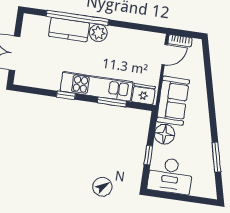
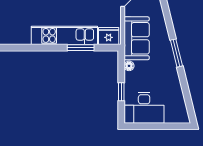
window: (66, 95) -> (37, 48), removed
floor lamp: (165, 134) -> (129, 66), width x0.53, depth x0.53
window: (216, 157) -> (176, 53), moved

